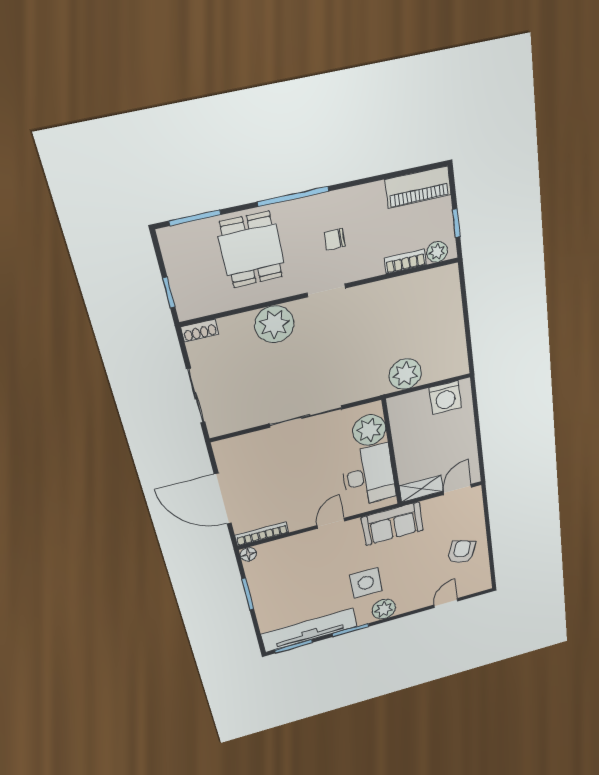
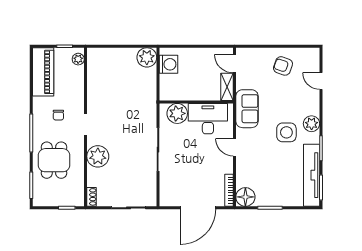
piano: (418, 187) -> (43, 72), width x1.37, depth x1.33
dining table: (251, 250) -> (54, 160), turned 90
bookcase: (405, 261) -> (79, 78), removed
plant: (405, 374) -> (147, 57), moved
floor lamp: (248, 554) -> (245, 197), width x1.89, depth x1.89

